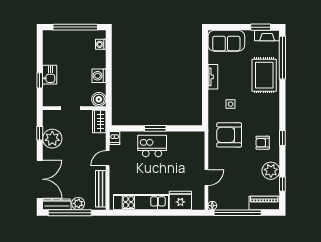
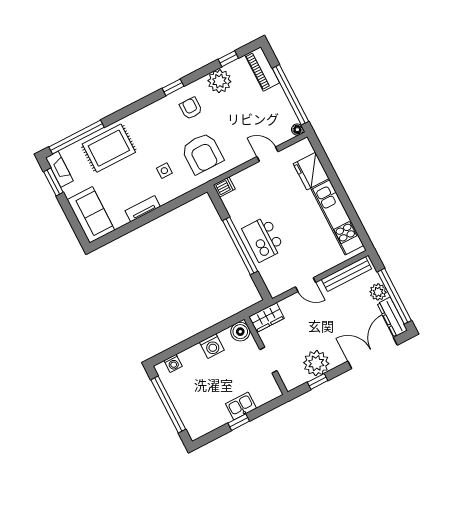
window: (40, 80) -> (239, 422), moved
window: (155, 128) -> (240, 246), width x2.11
dishwasher: (114, 138) -> (224, 187), moved
armchair: (263, 143) -> (191, 108), turned 180

